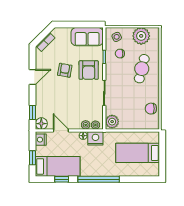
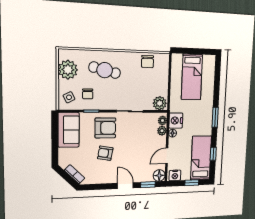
door: (33, 77) -> (125, 186), moved
window: (99, 179) -> (215, 117), width x0.47

